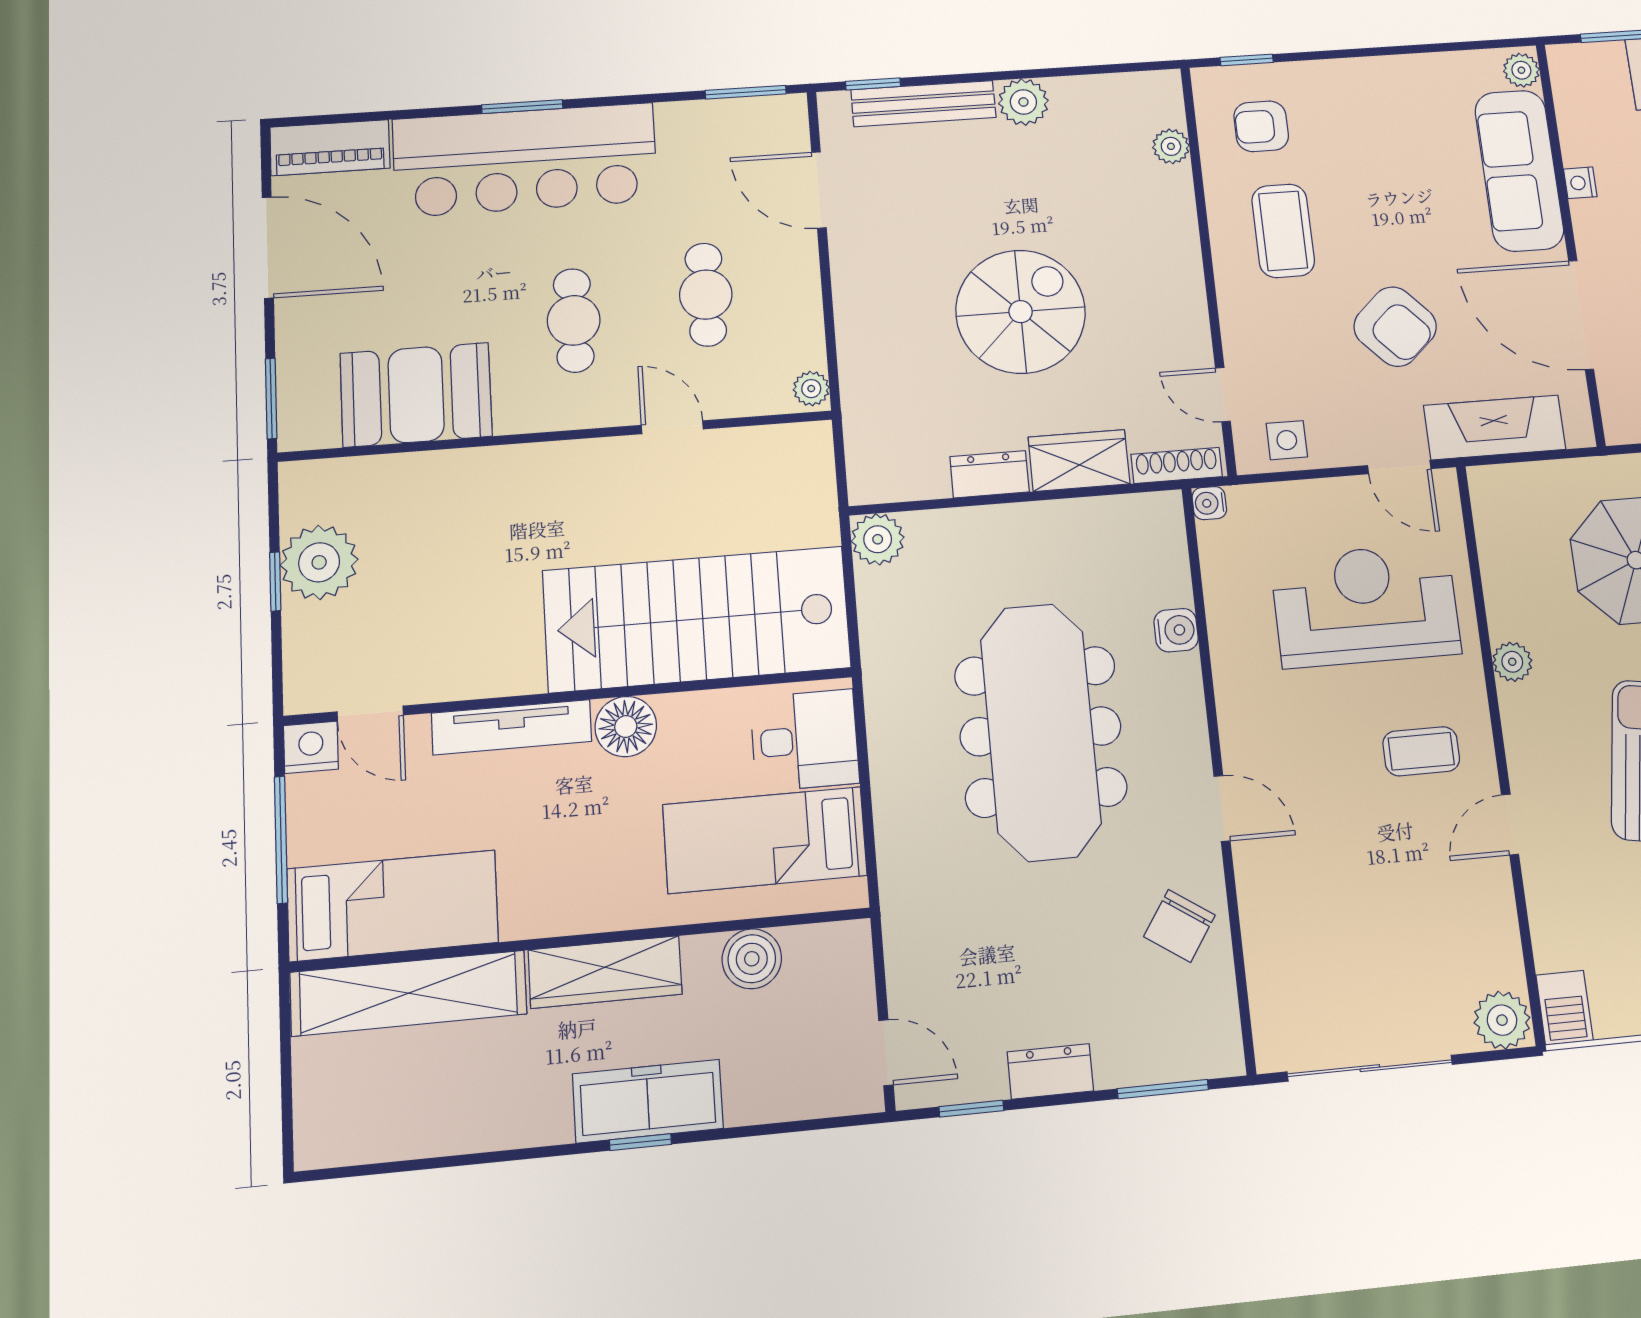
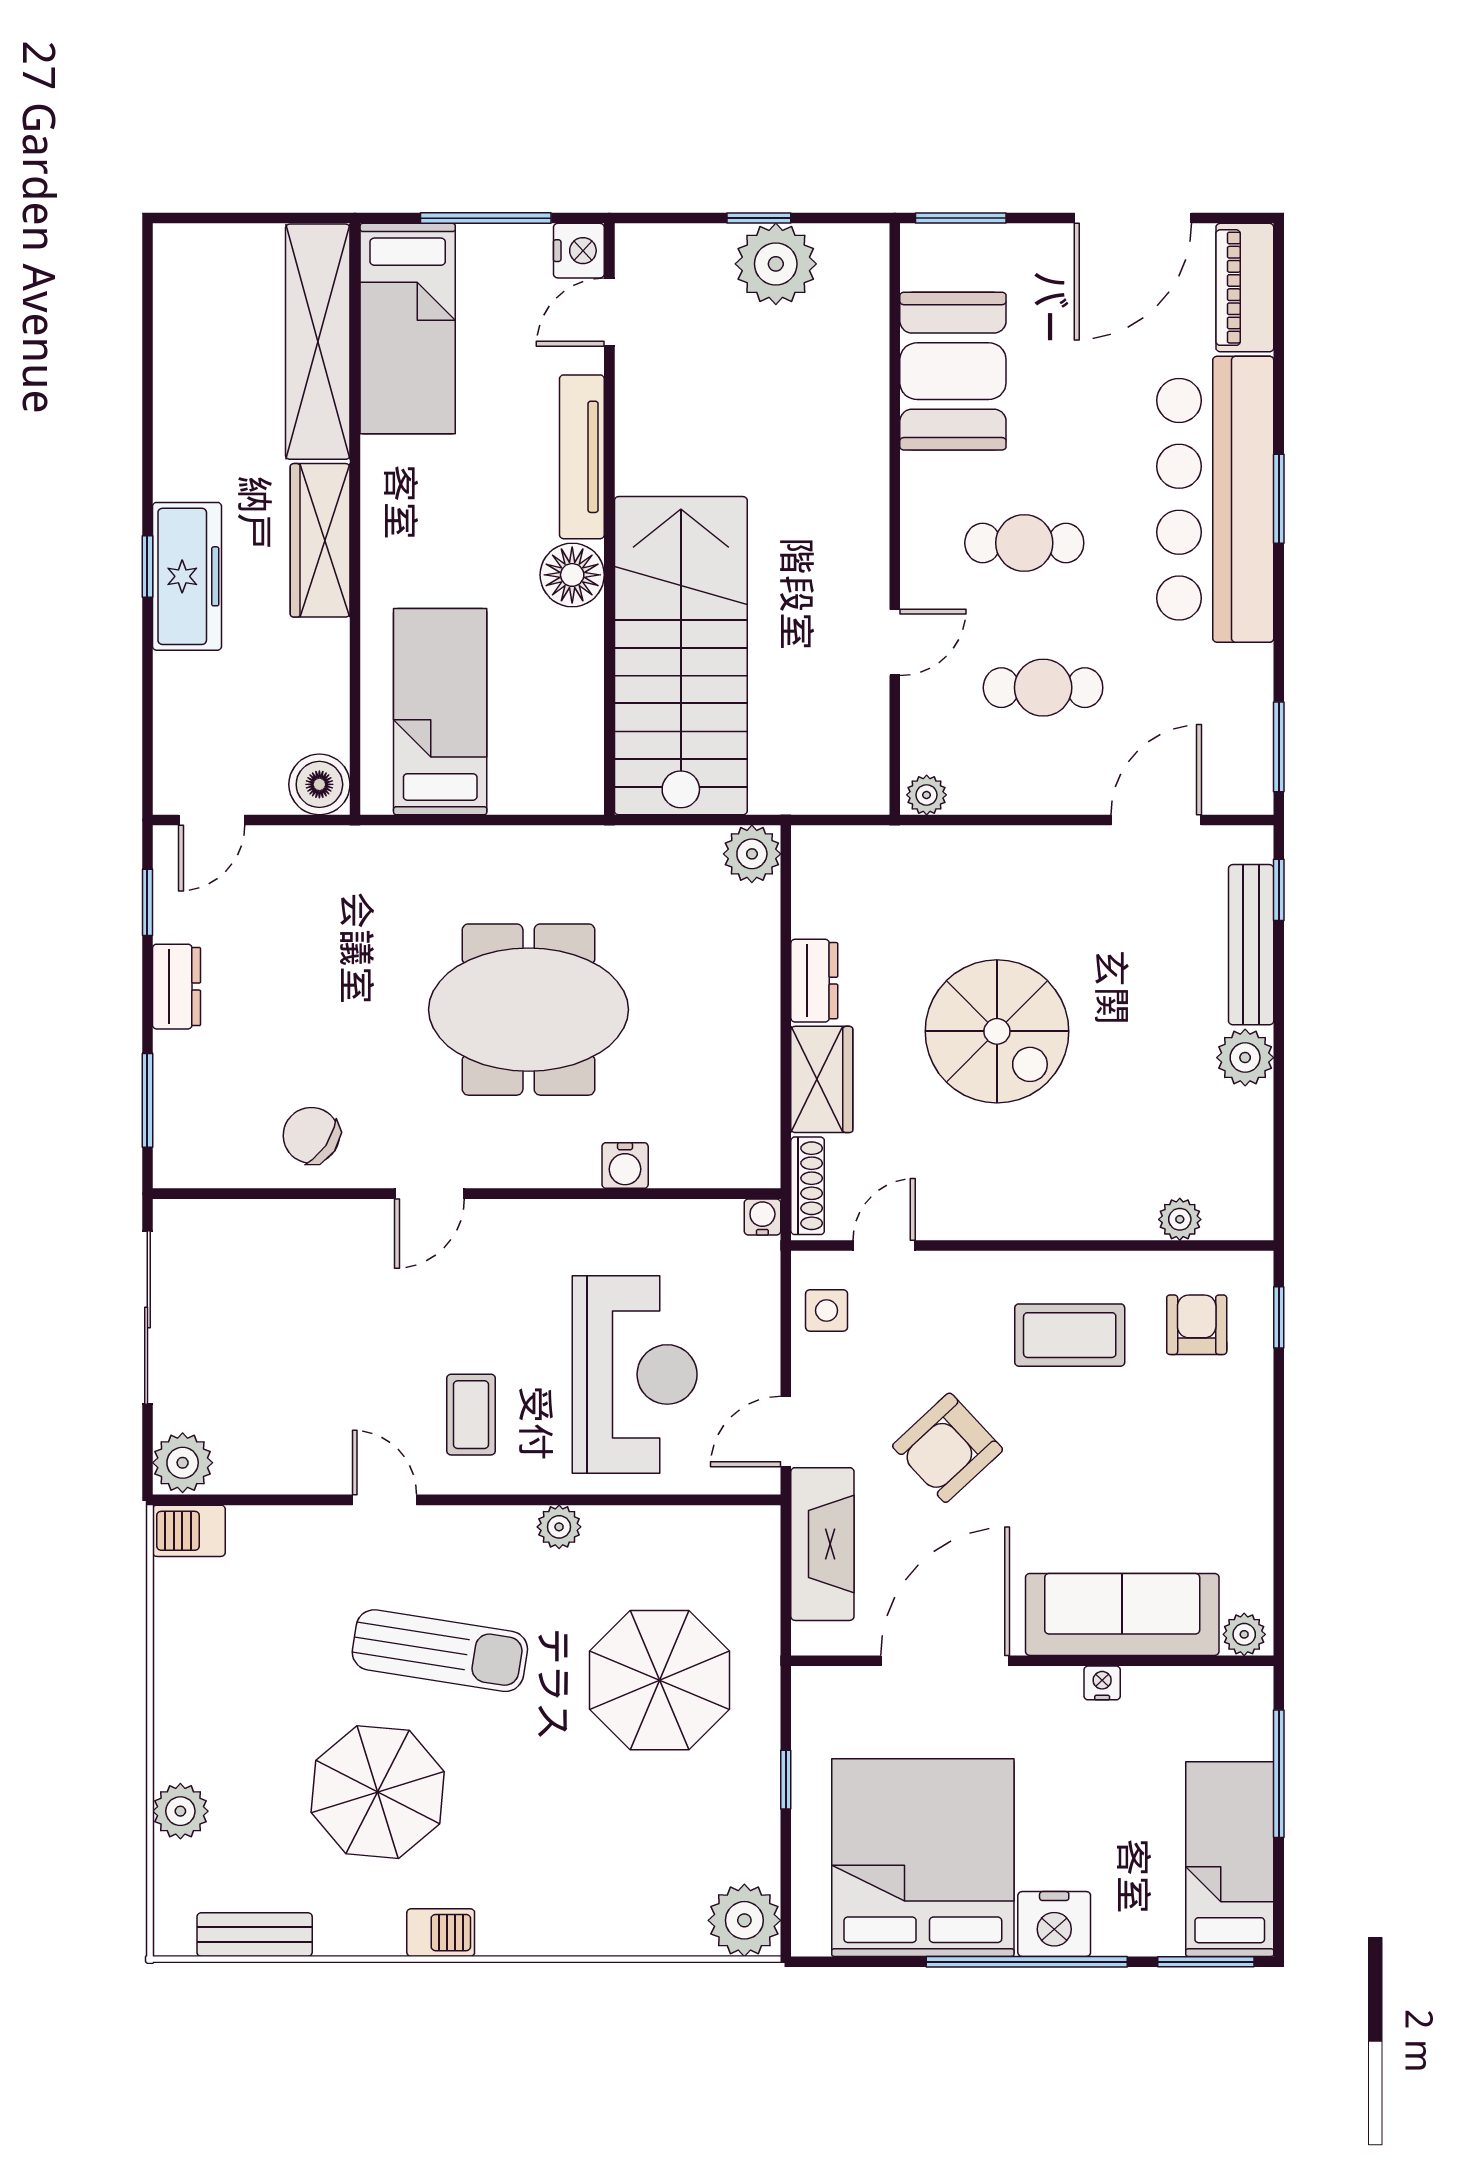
meeting table: (1041, 731) -> (529, 1010), width x0.73
desk: (805, 740) -> (541, 760), removed
boiler: (752, 959) -> (319, 784), moved

